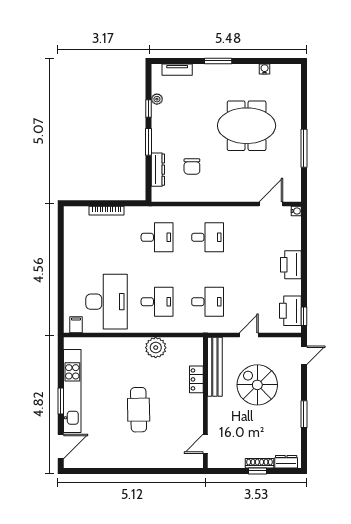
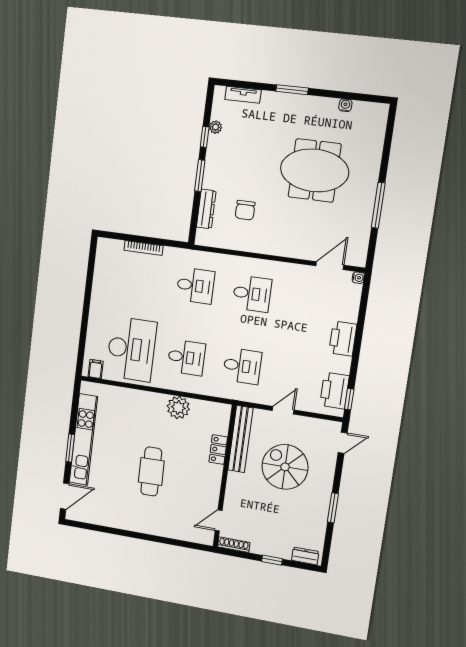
shoe rack: (259, 463) -> (234, 545), moved

